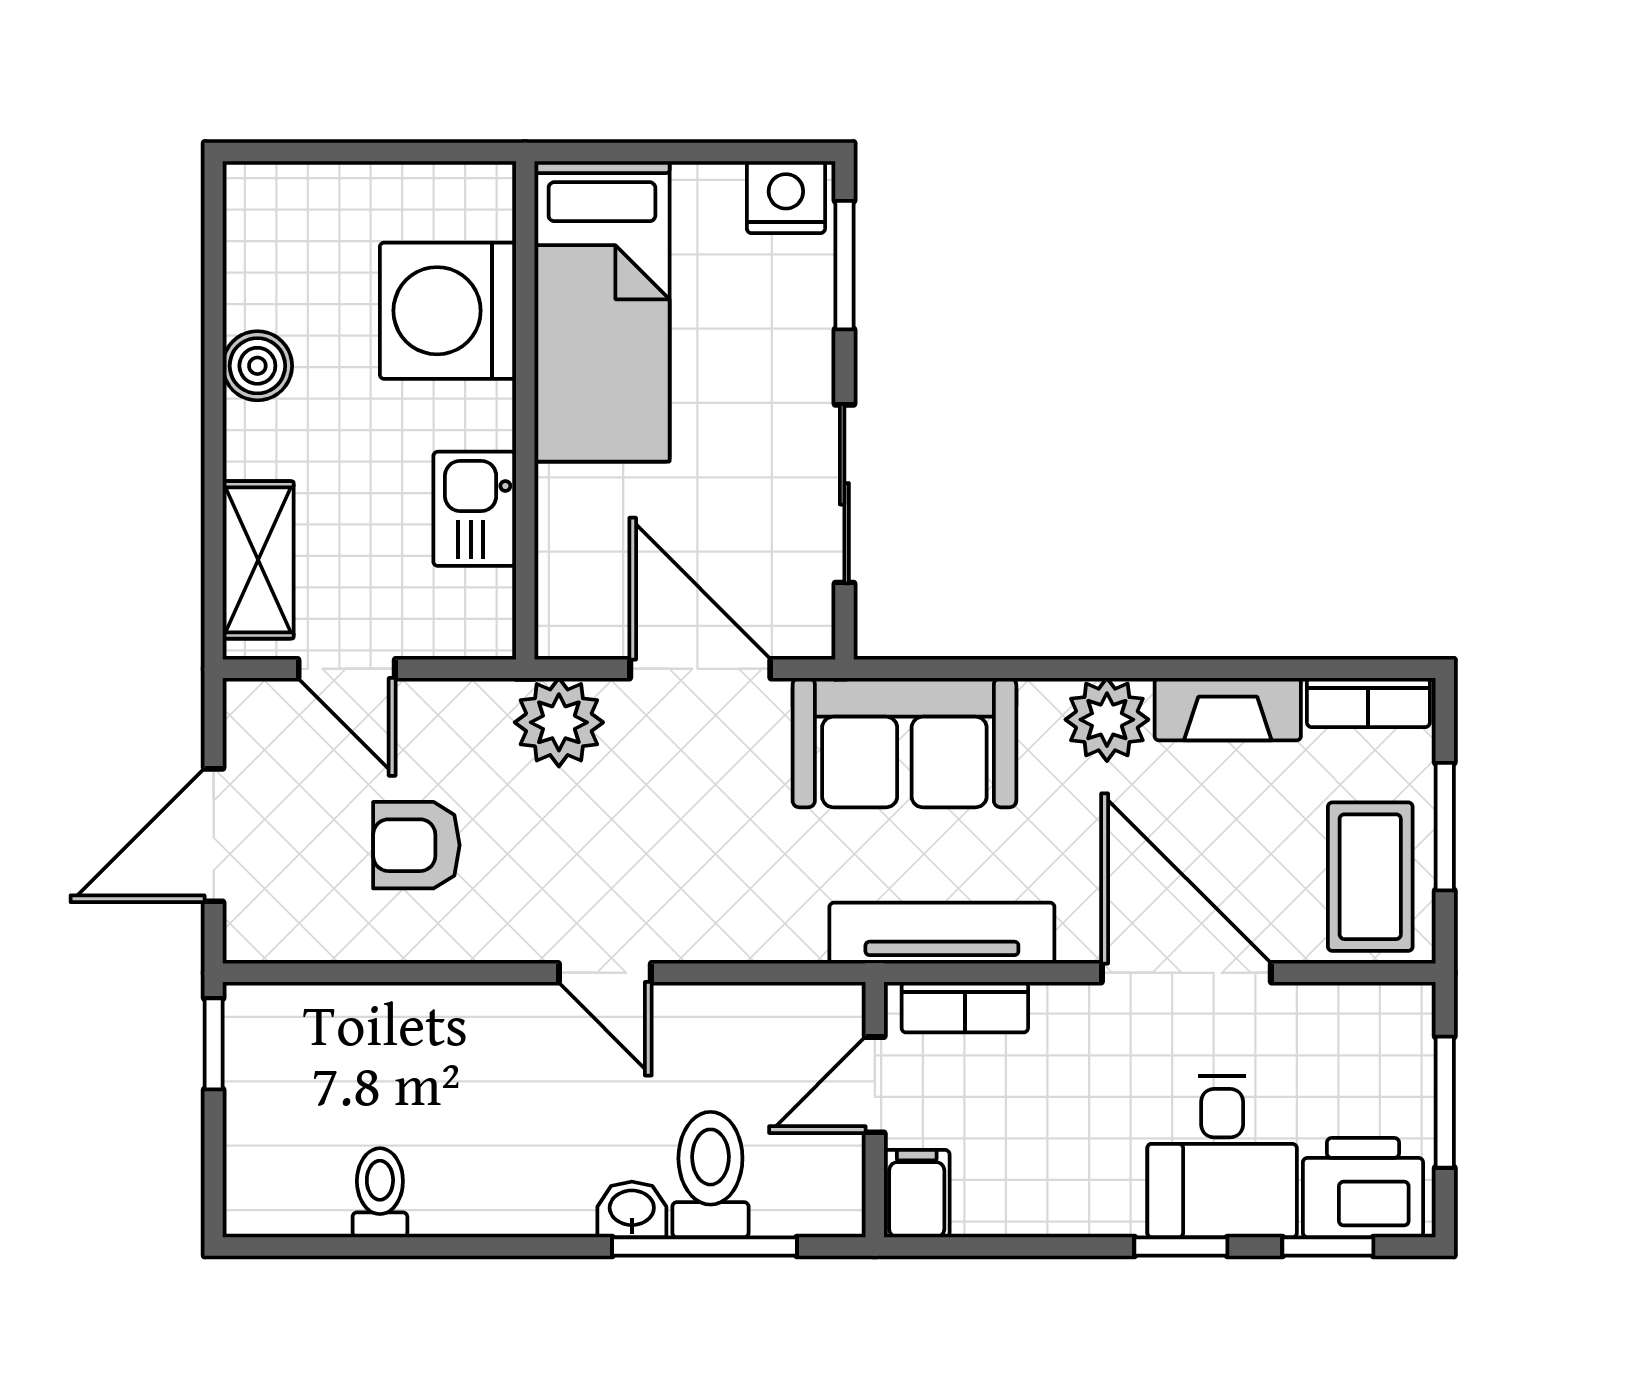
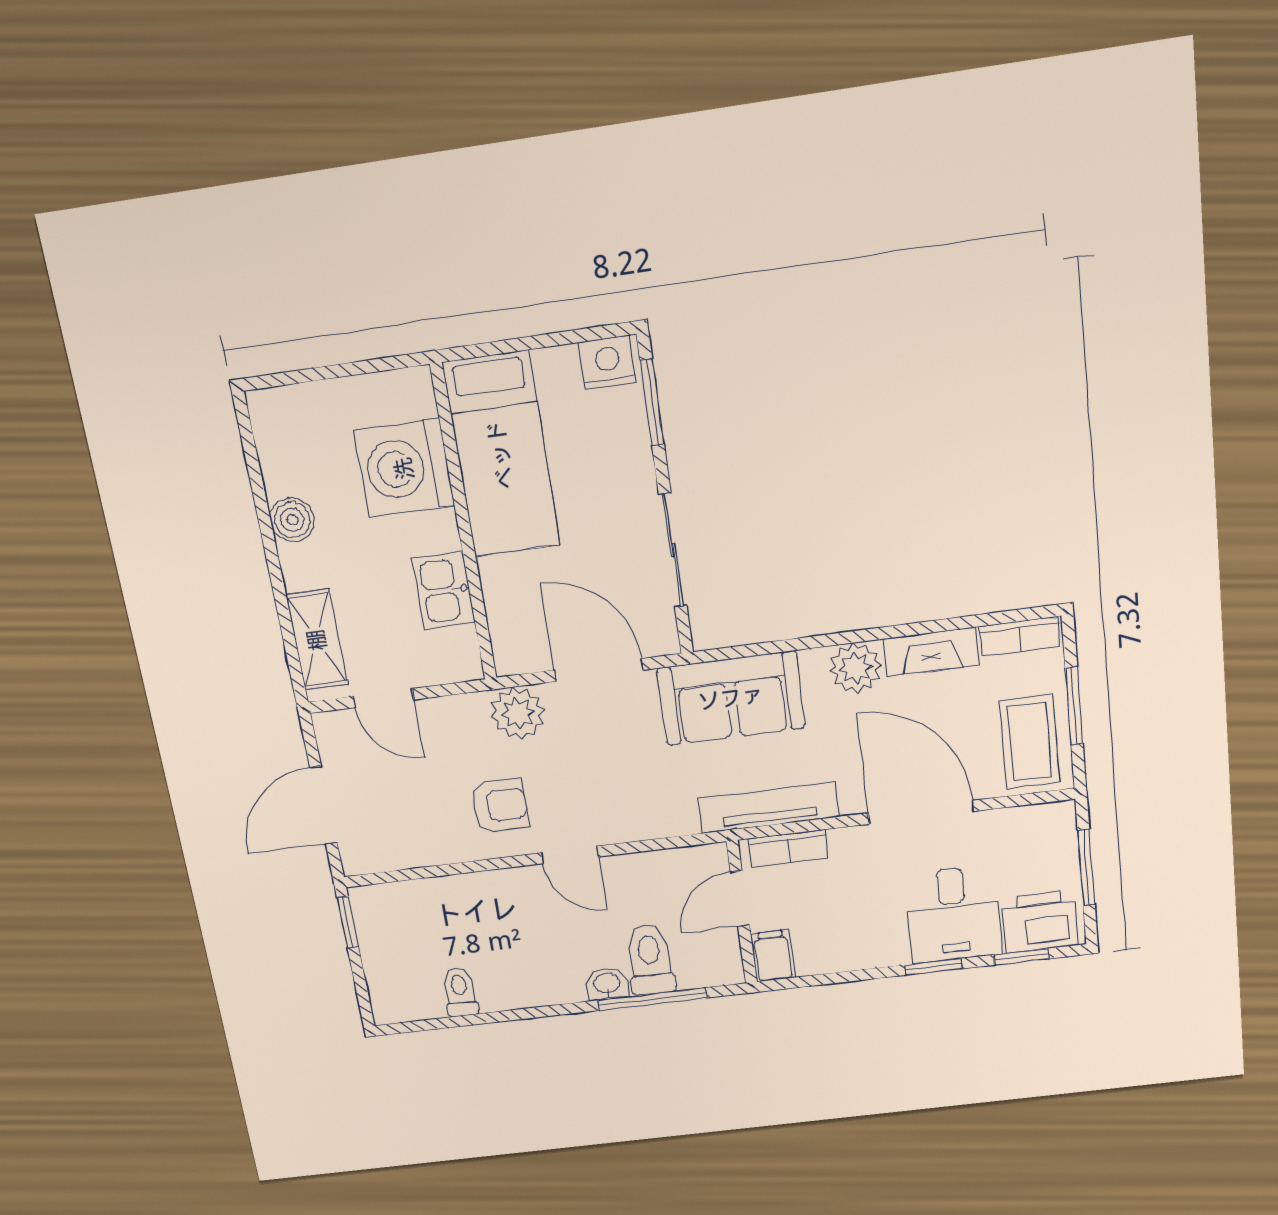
armchair: (416, 845) -> (499, 805), moved, turned 180

